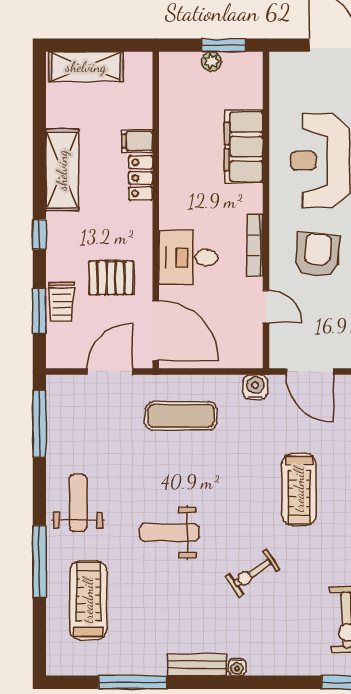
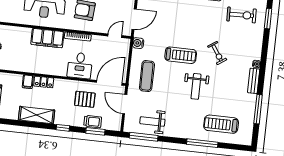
filing cabinet: (244, 147) -> (47, 38), moved
pallet: (111, 278) -> (85, 99), turned 90
door: (266, 307) -> (115, 36), moved
treadmill: (299, 489) -> (181, 55), moved
weight bench: (78, 503) -> (152, 121), moved

